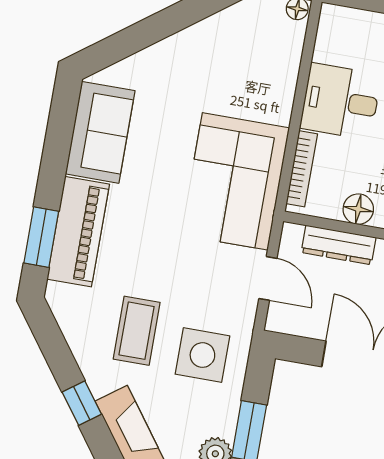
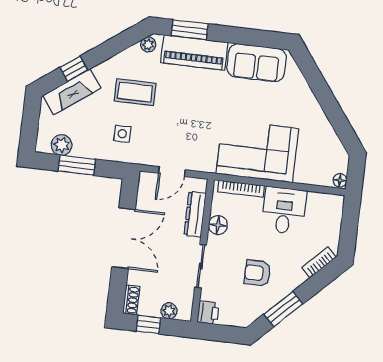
corner sofa: (235, 181) -> (257, 151), moved
plant: (61, 305) -> (148, 44), added
side table: (202, 355) -> (122, 134), width x0.54, depth x0.54
window: (82, 403) -> (74, 69), moved

